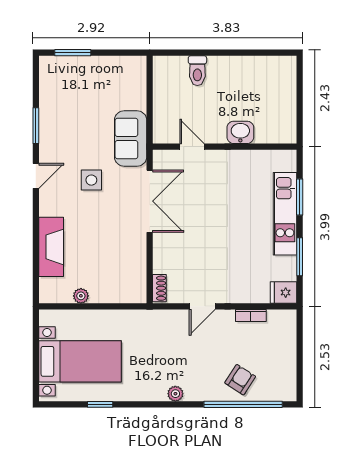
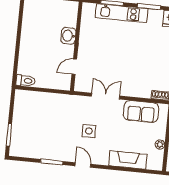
toilet: (197, 71) -> (25, 81), moved
sofa: (131, 139) -> (141, 111), moved
double door: (150, 201) -> (106, 96), width x0.73

